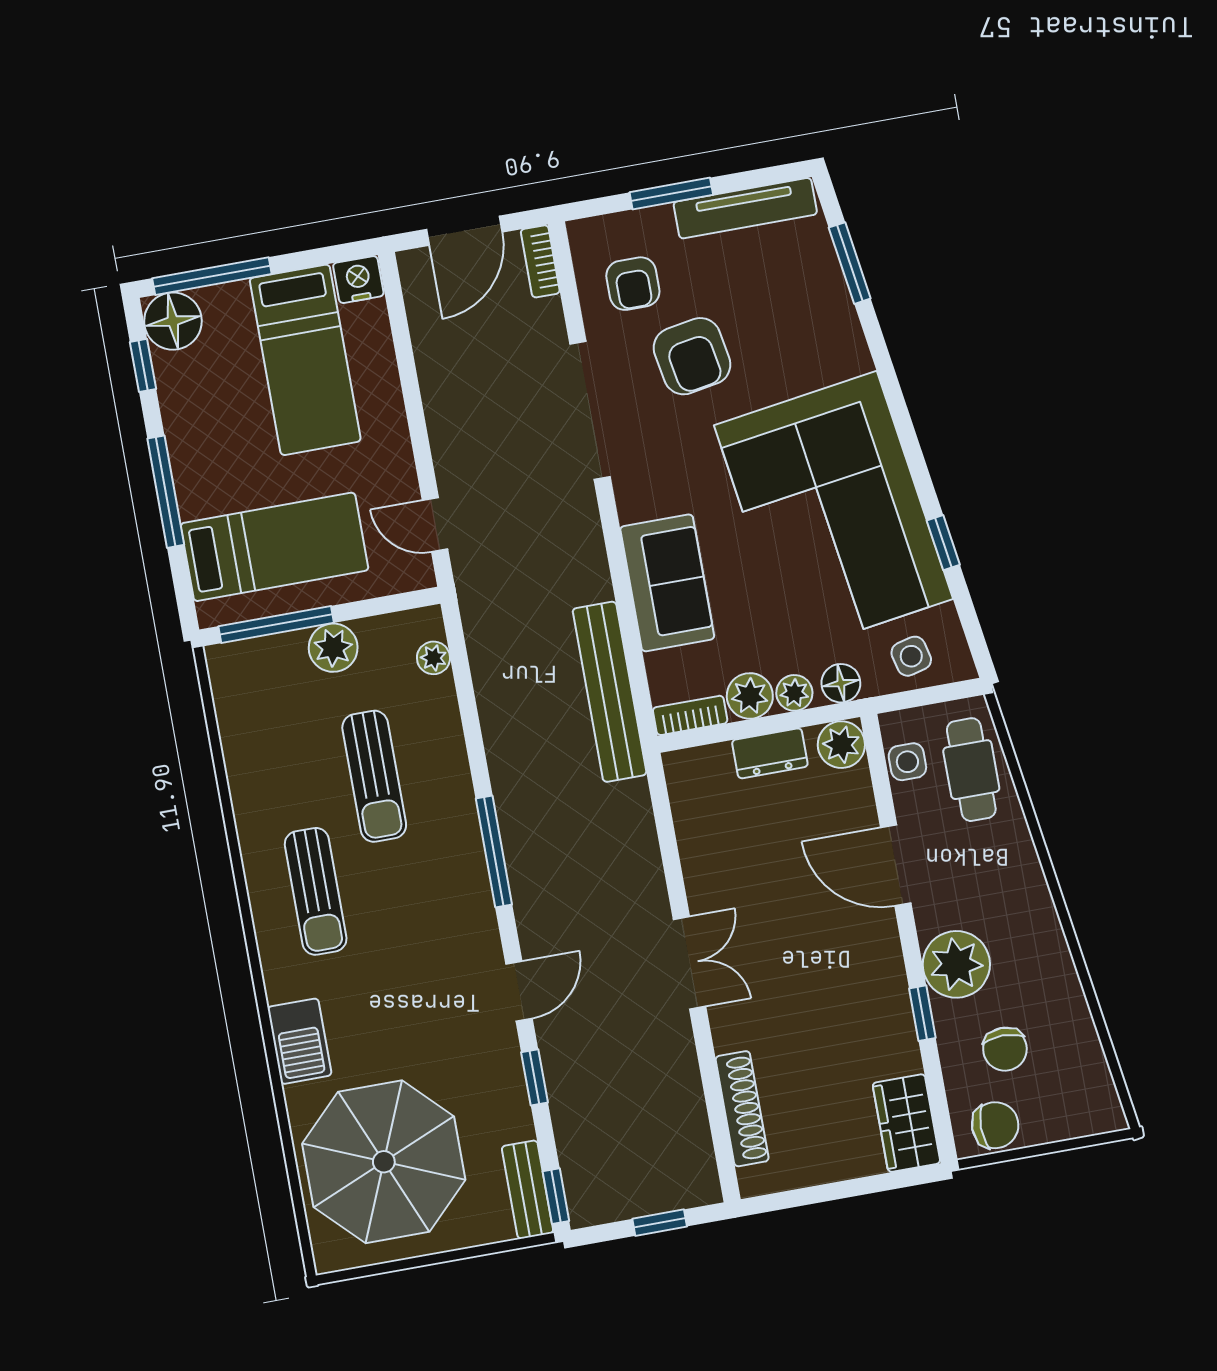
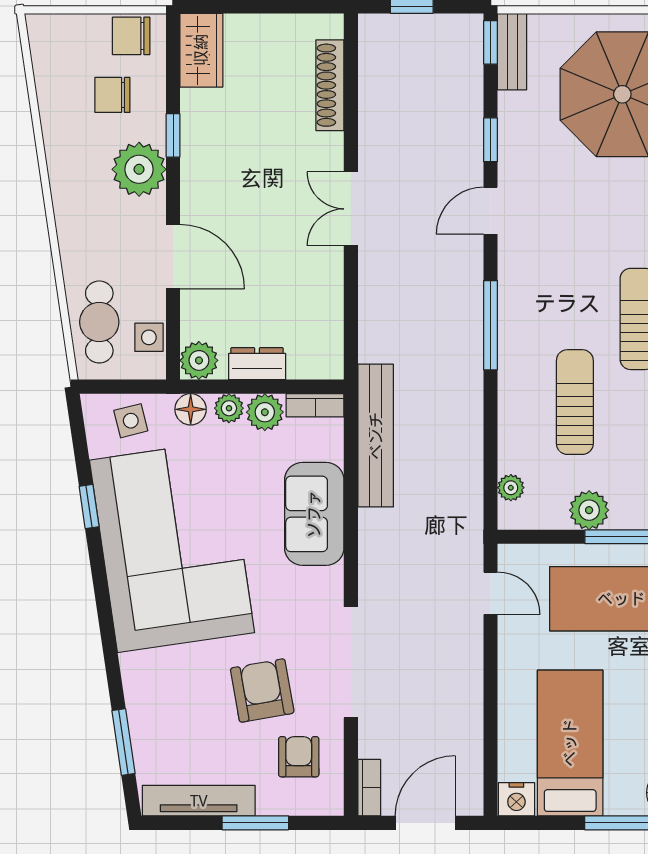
chair: (1005, 1049) -> (112, 95), turned -90

